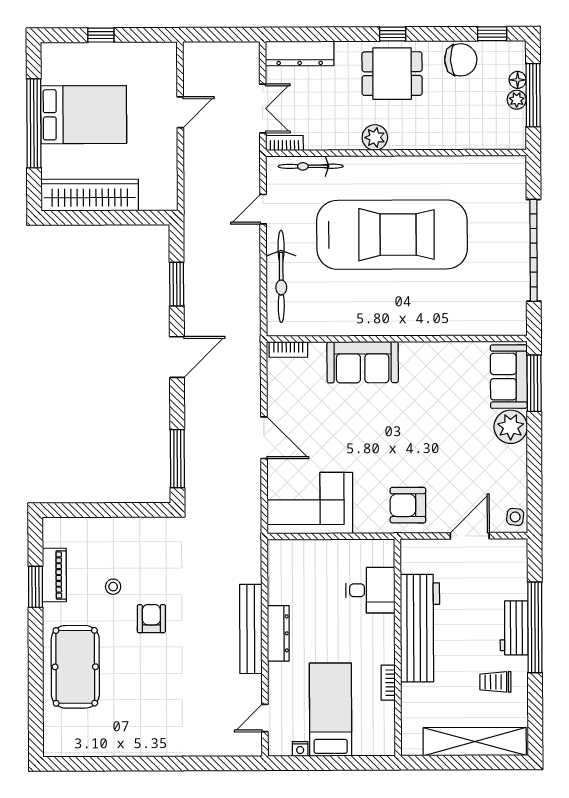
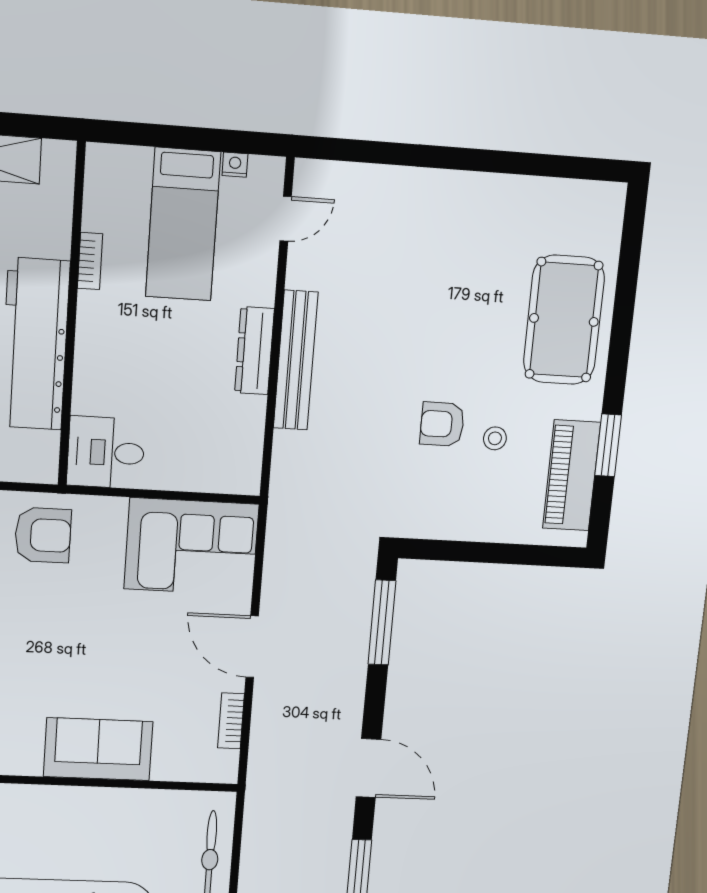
bookcase: (288, 350) -> (231, 721), moved, turned -90
door: (177, 357) -> (368, 768), swing flipped
piano: (54, 575) -> (572, 475), width x1.37, depth x1.33
desk: (370, 590) -> (106, 452), moved
armchair: (151, 619) -> (442, 424), moved, turned 90

